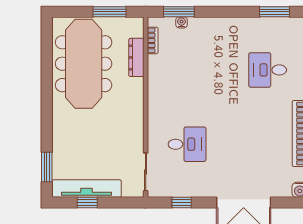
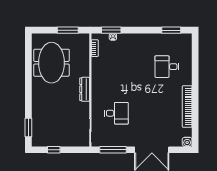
dresser: (136, 57) -> (85, 89), moved
meeting table: (84, 64) -> (51, 63), width x0.73
tv unit: (87, 189) -> (53, 141), removed
window: (182, 203) -> (113, 150), width x2.17

